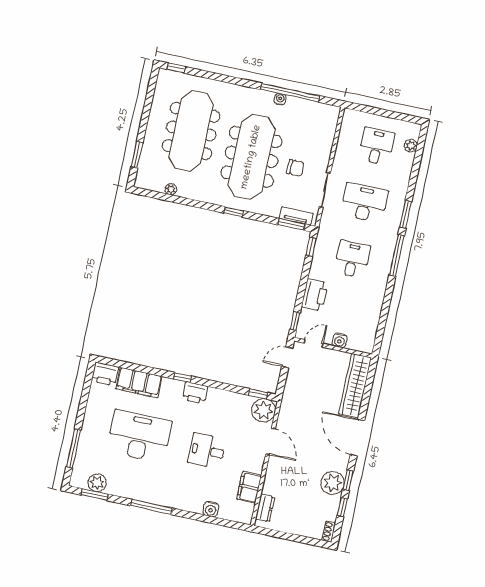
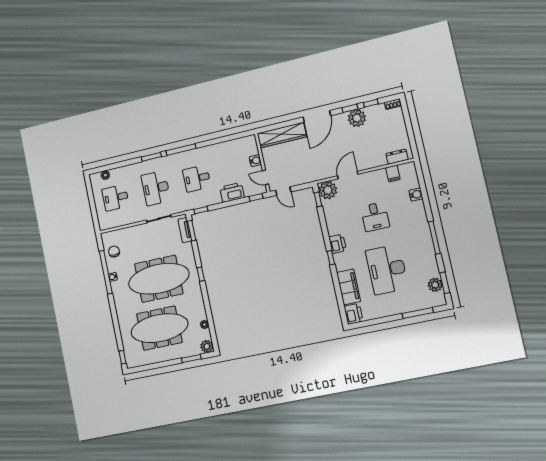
chair: (295, 168) -> (114, 251), moved
plant: (143, 181) -> (207, 346), added
filing cabinet: (249, 487) -> (393, 174), width x0.50

